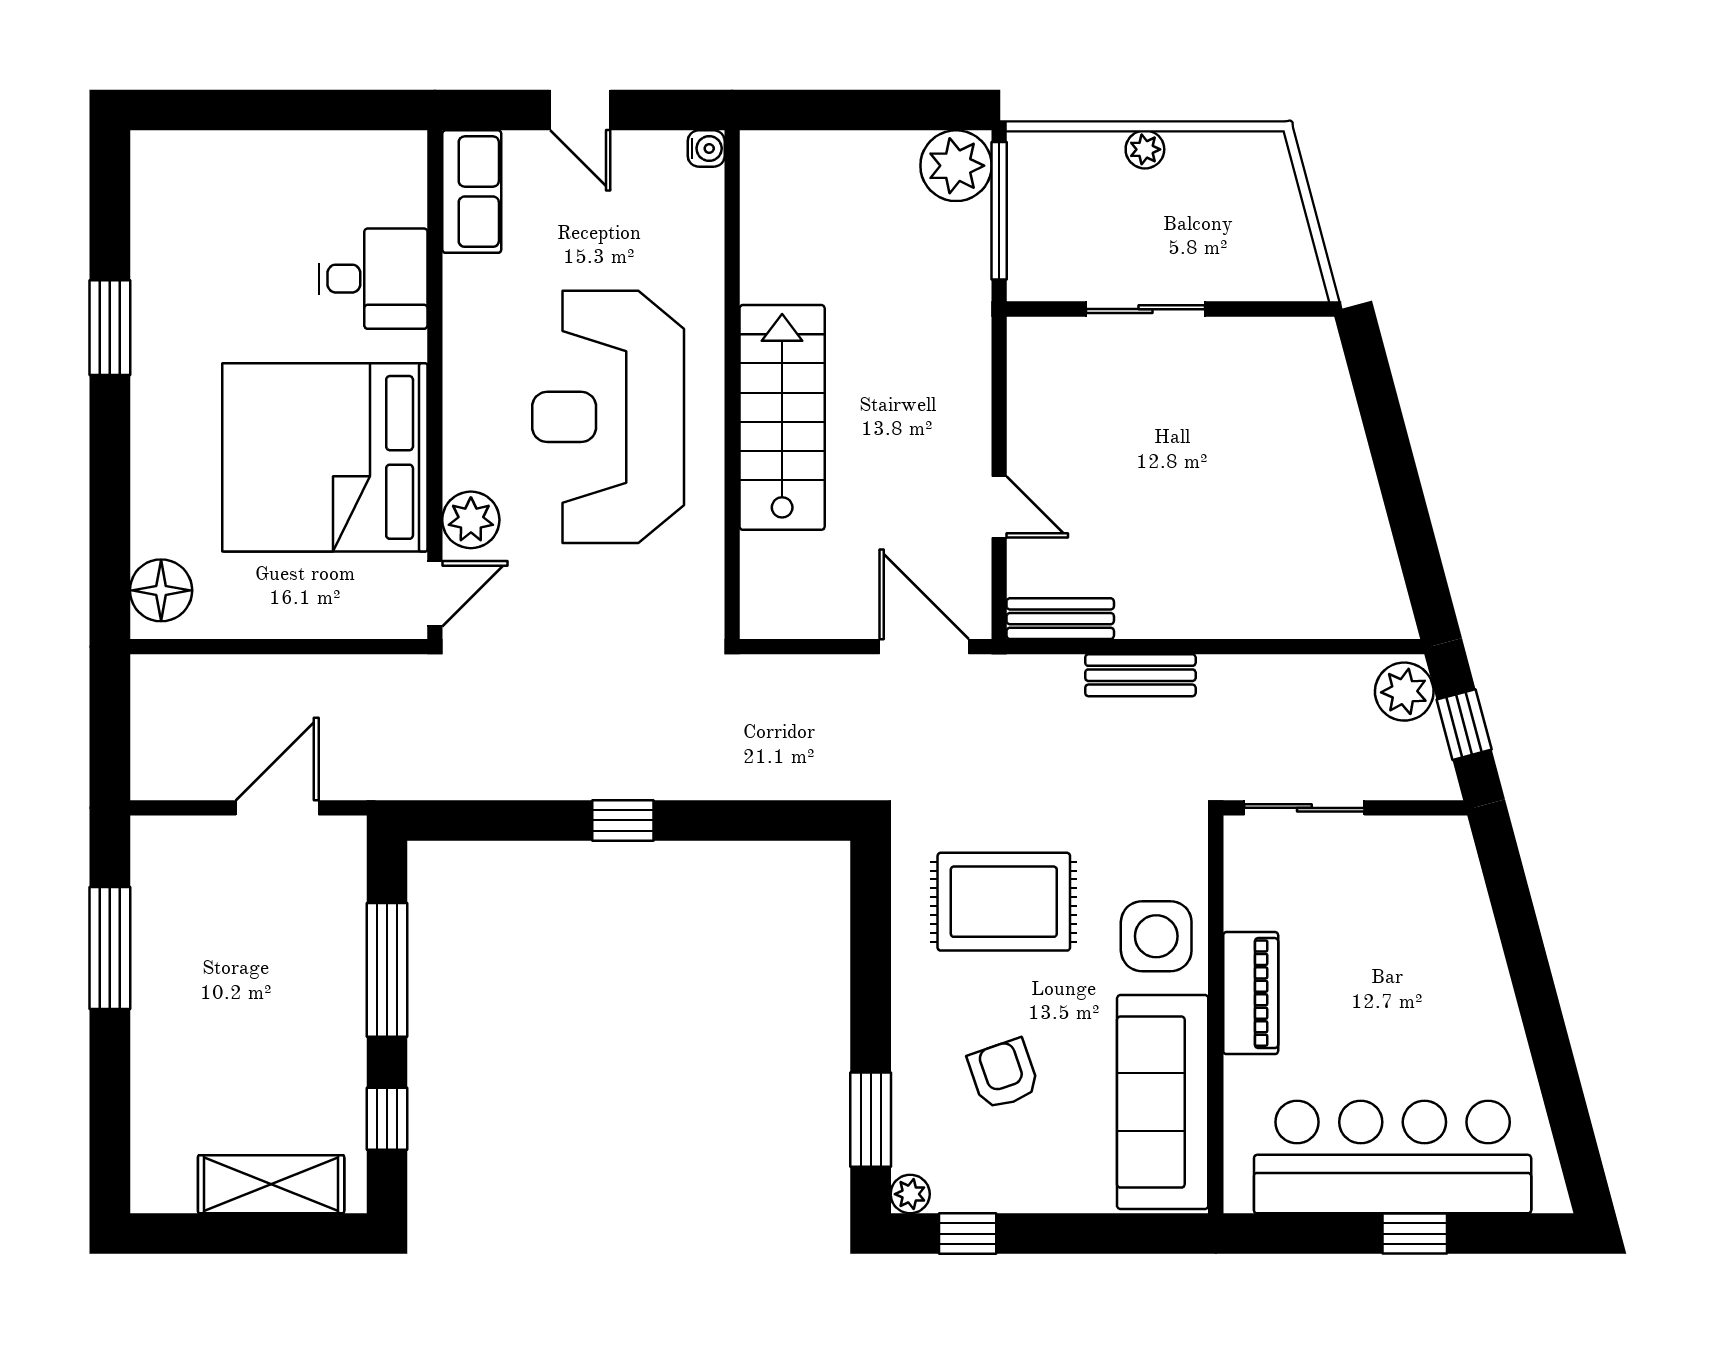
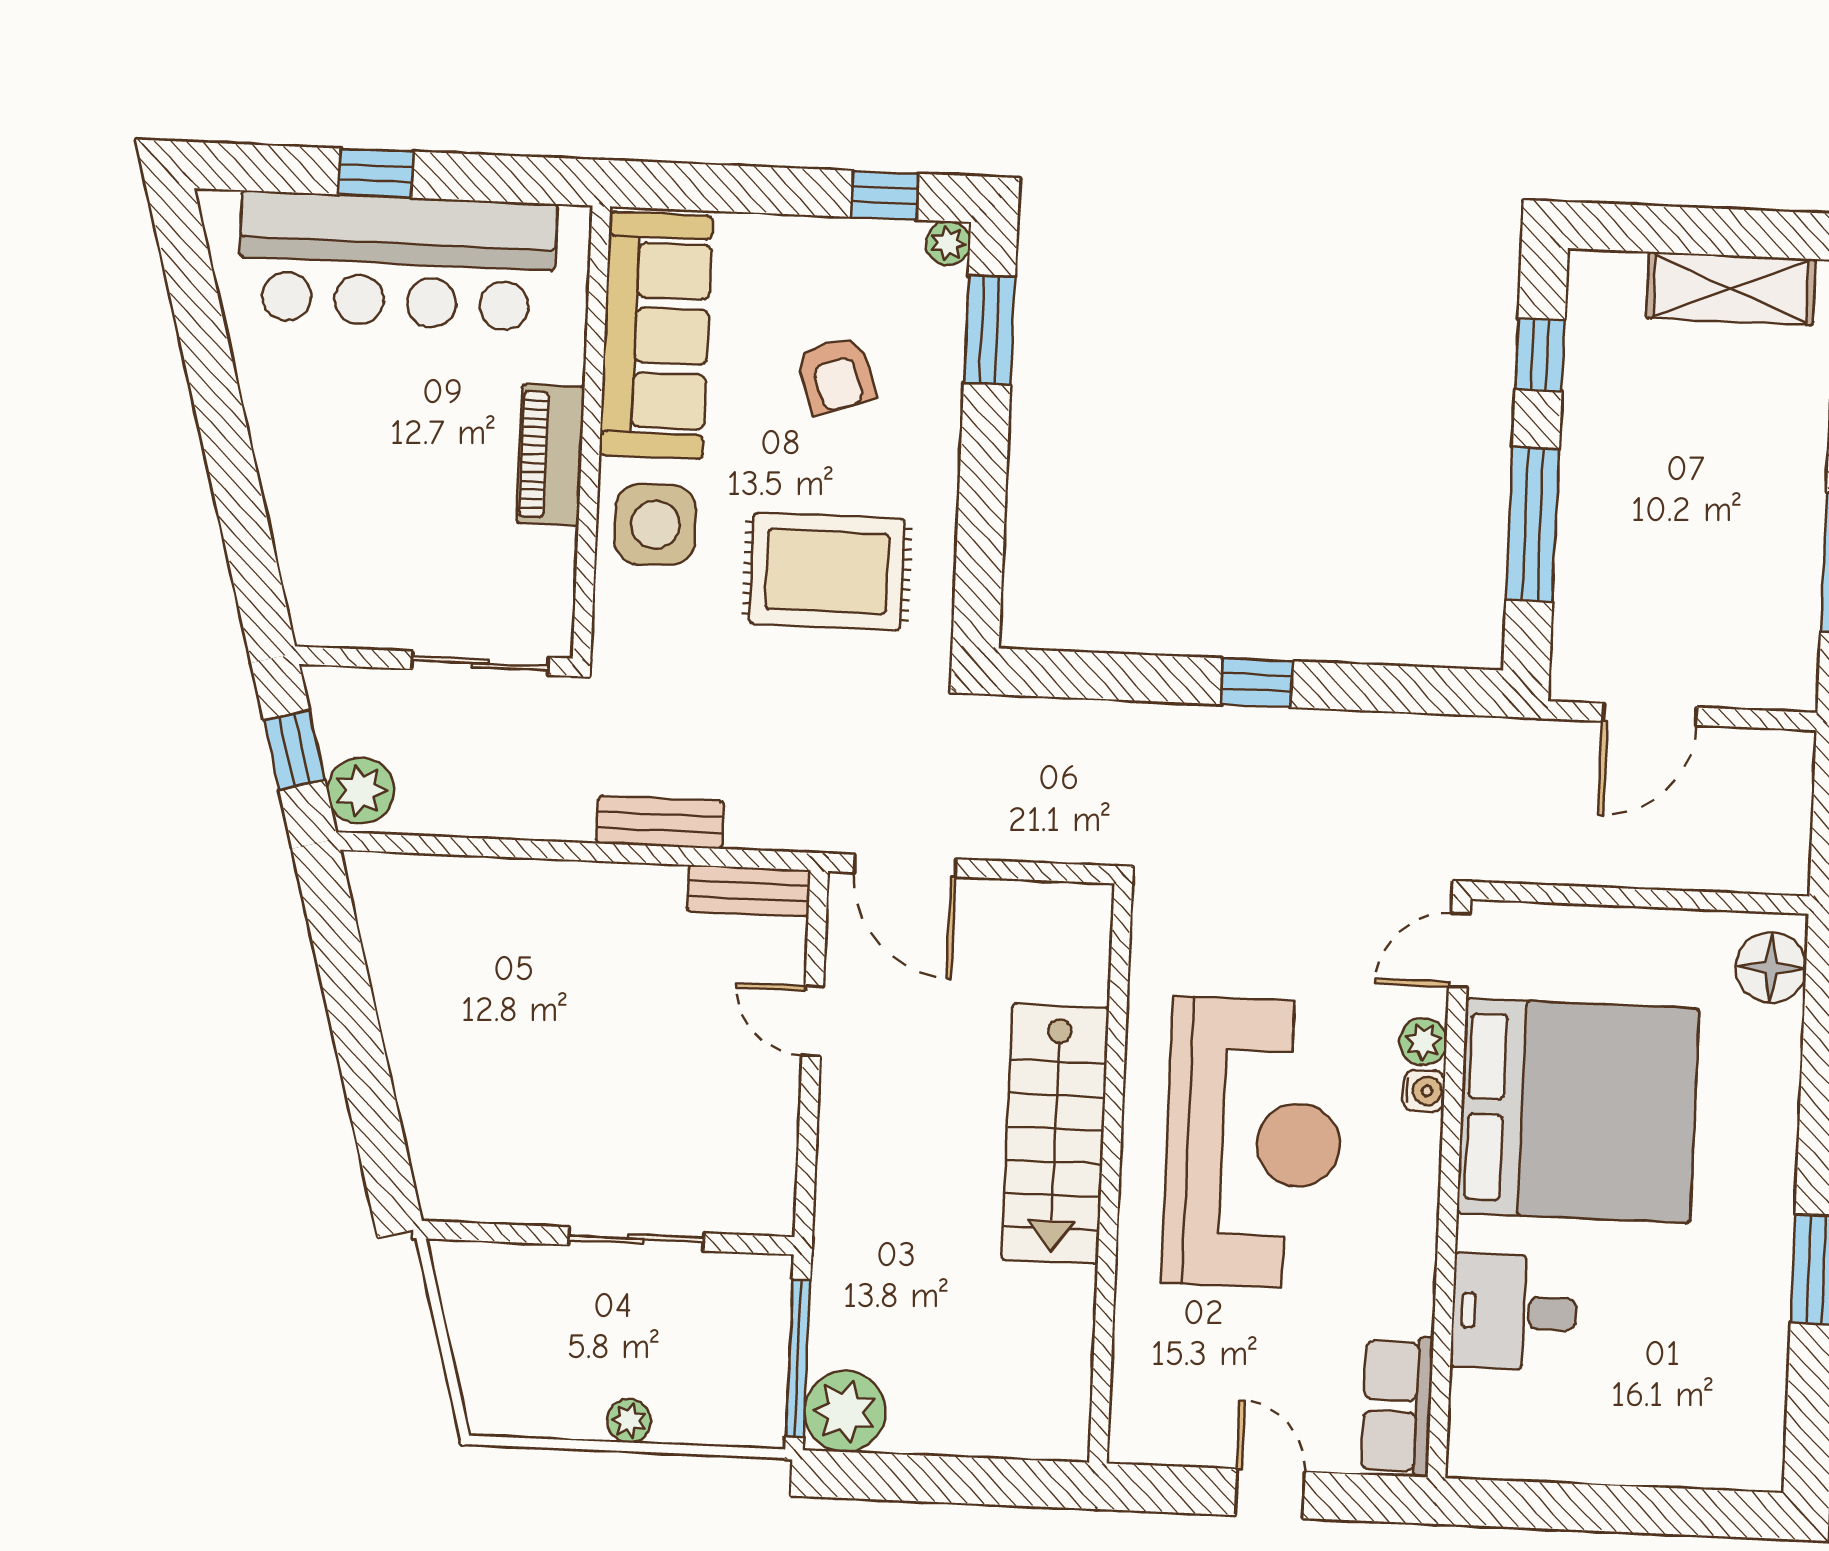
water cooler: (706, 148) -> (1424, 1091), moved, turned 180
plant: (471, 520) -> (1423, 1042), width x0.73, depth x0.73
shelving: (271, 1184) -> (1731, 289), moved

